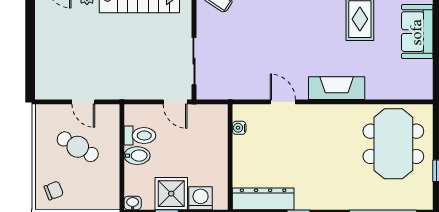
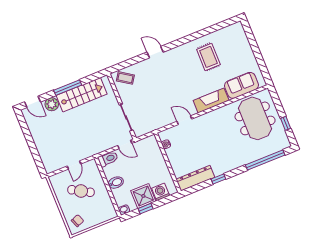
sofa: (417, 32) -> (241, 85), moved, turned 90
door: (83, 102) -> (74, 165), hinge flipped
toilet: (140, 136) -> (108, 159), moved

